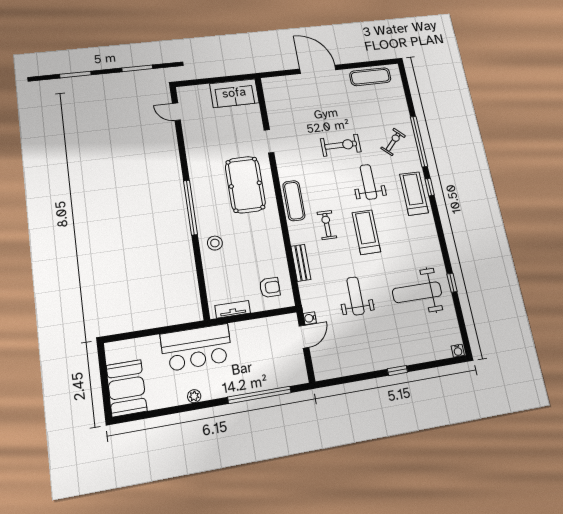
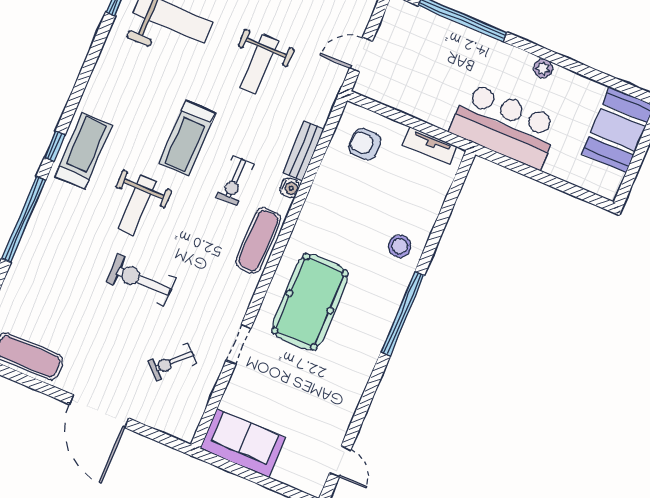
exercise bike: (393, 142) -> (172, 362), moved
treadmill: (414, 193) -> (83, 151), turned 180
water cooler: (310, 318) -> (290, 188), moved

